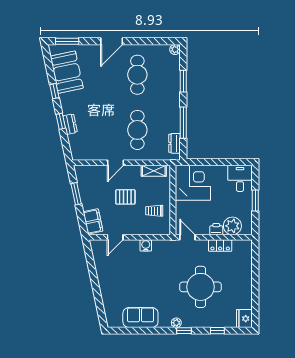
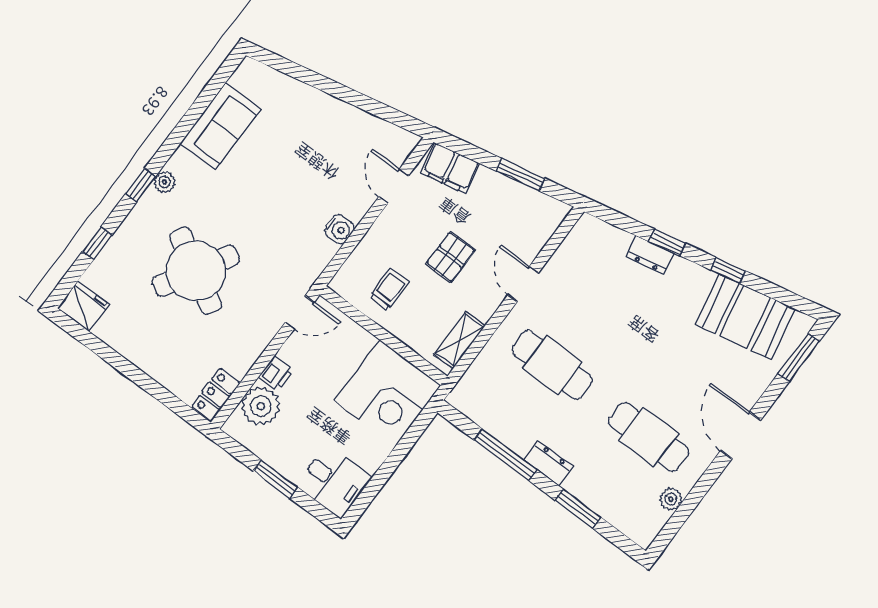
plant: (175, 49) -> (671, 499), moved
dresser: (175, 143) -> (548, 463), moved
locker: (220, 246) -> (216, 395), moved
round table: (200, 287) -> (196, 271), turned 30

